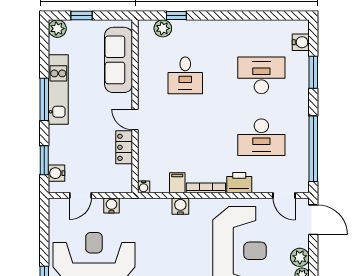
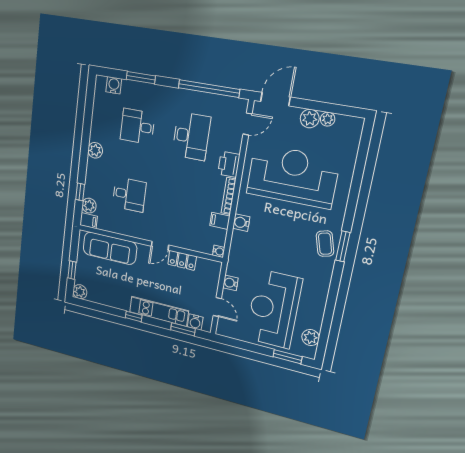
plant: (227, 29) -> (95, 150), added
filing cabinet: (145, 30) -> (89, 221), added
desk: (261, 75) -> (137, 126), width x0.73
kitchen unit: (58, 89) -> (159, 311), moved
window: (44, 99) -> (134, 316), width x0.46

